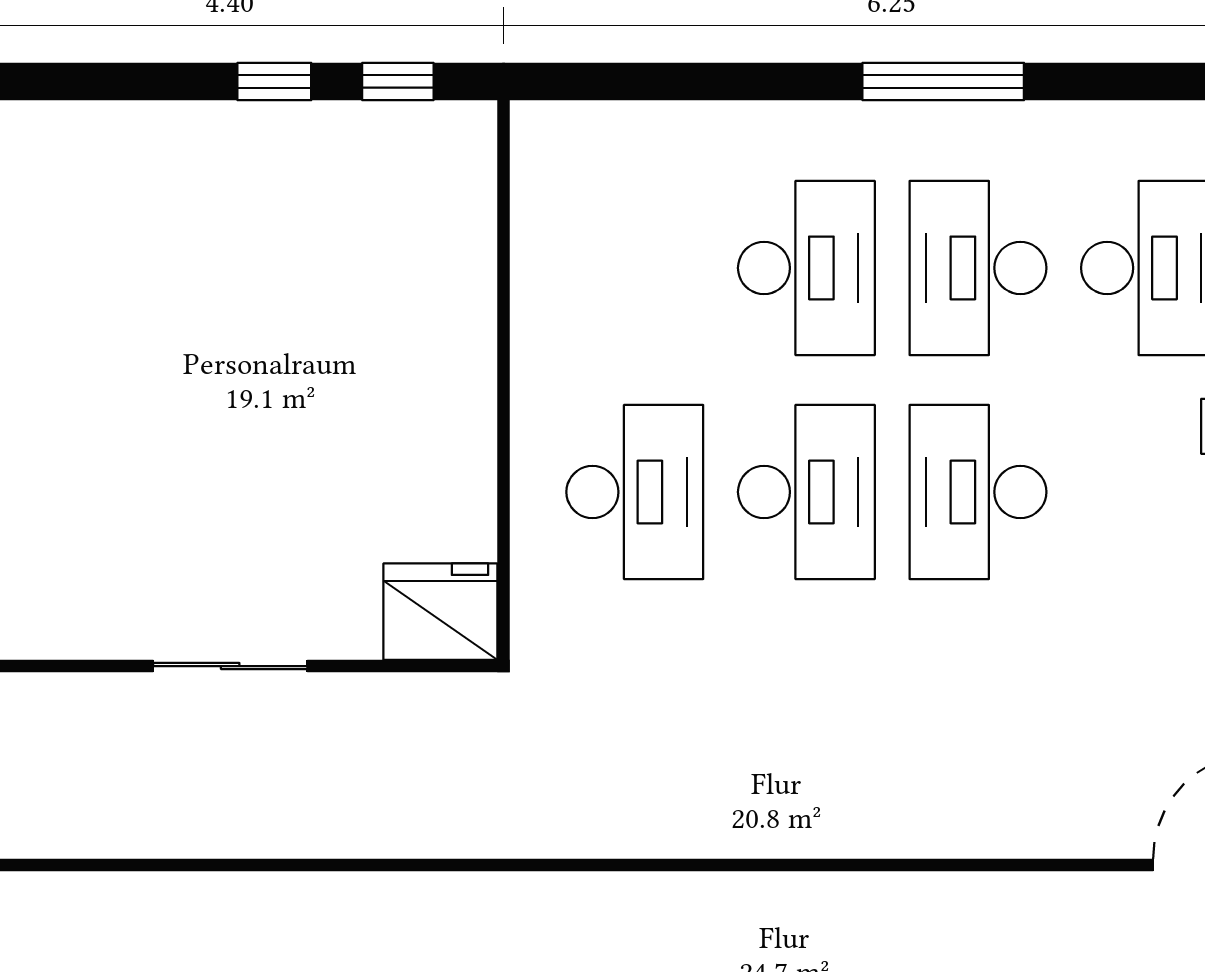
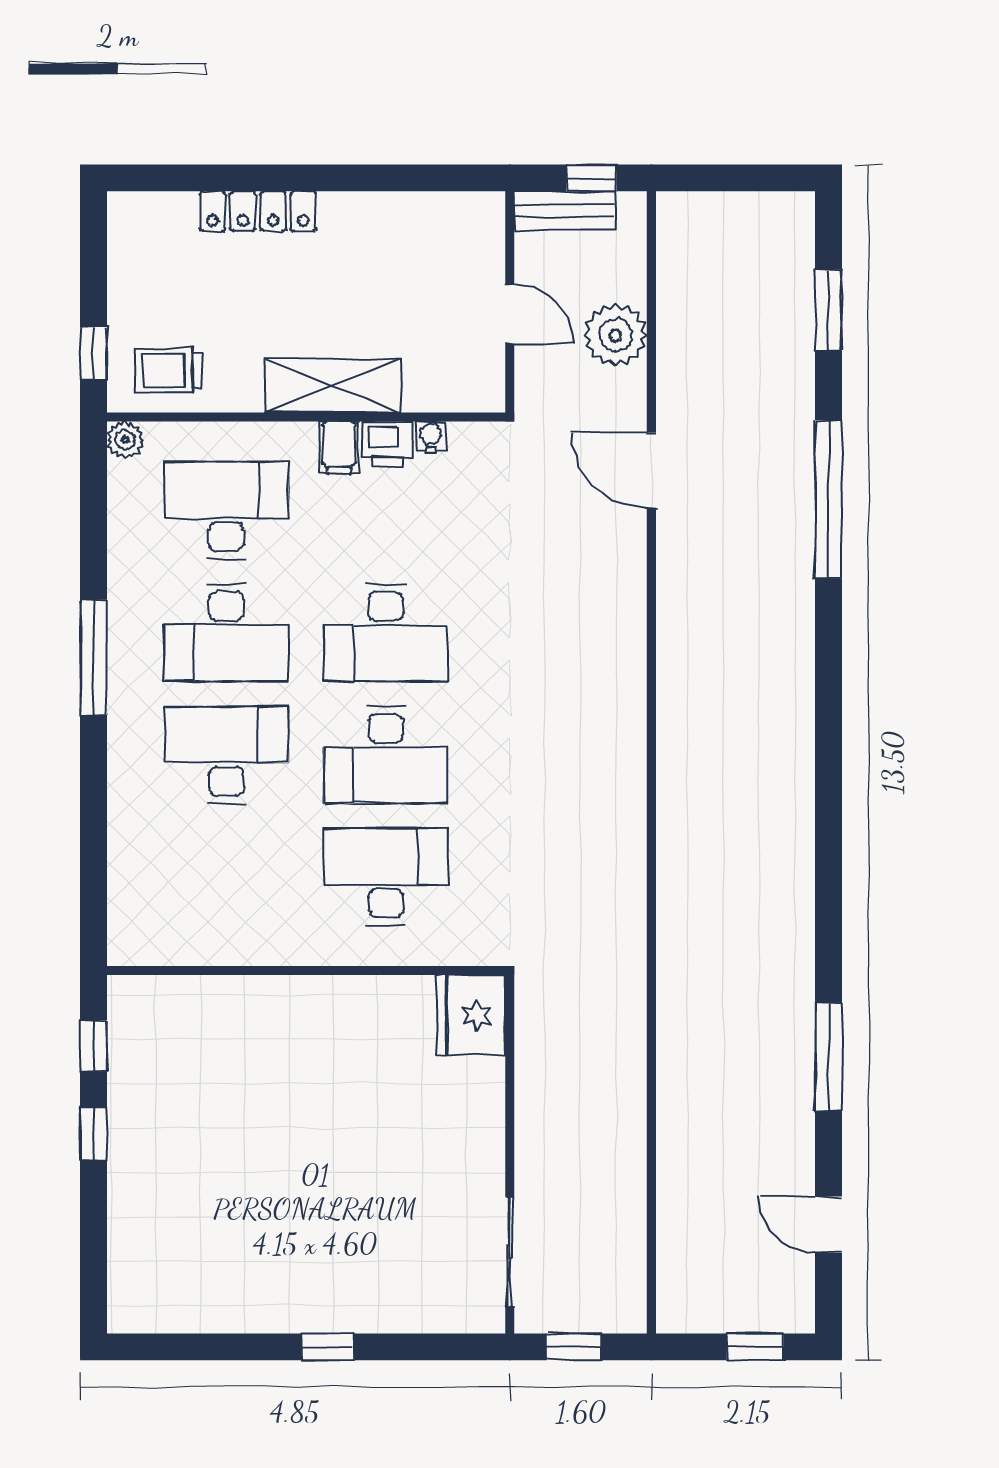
desk: (806, 492) -> (386, 755), turned 180
sliding door: (230, 666) -> (510, 1252), moved

